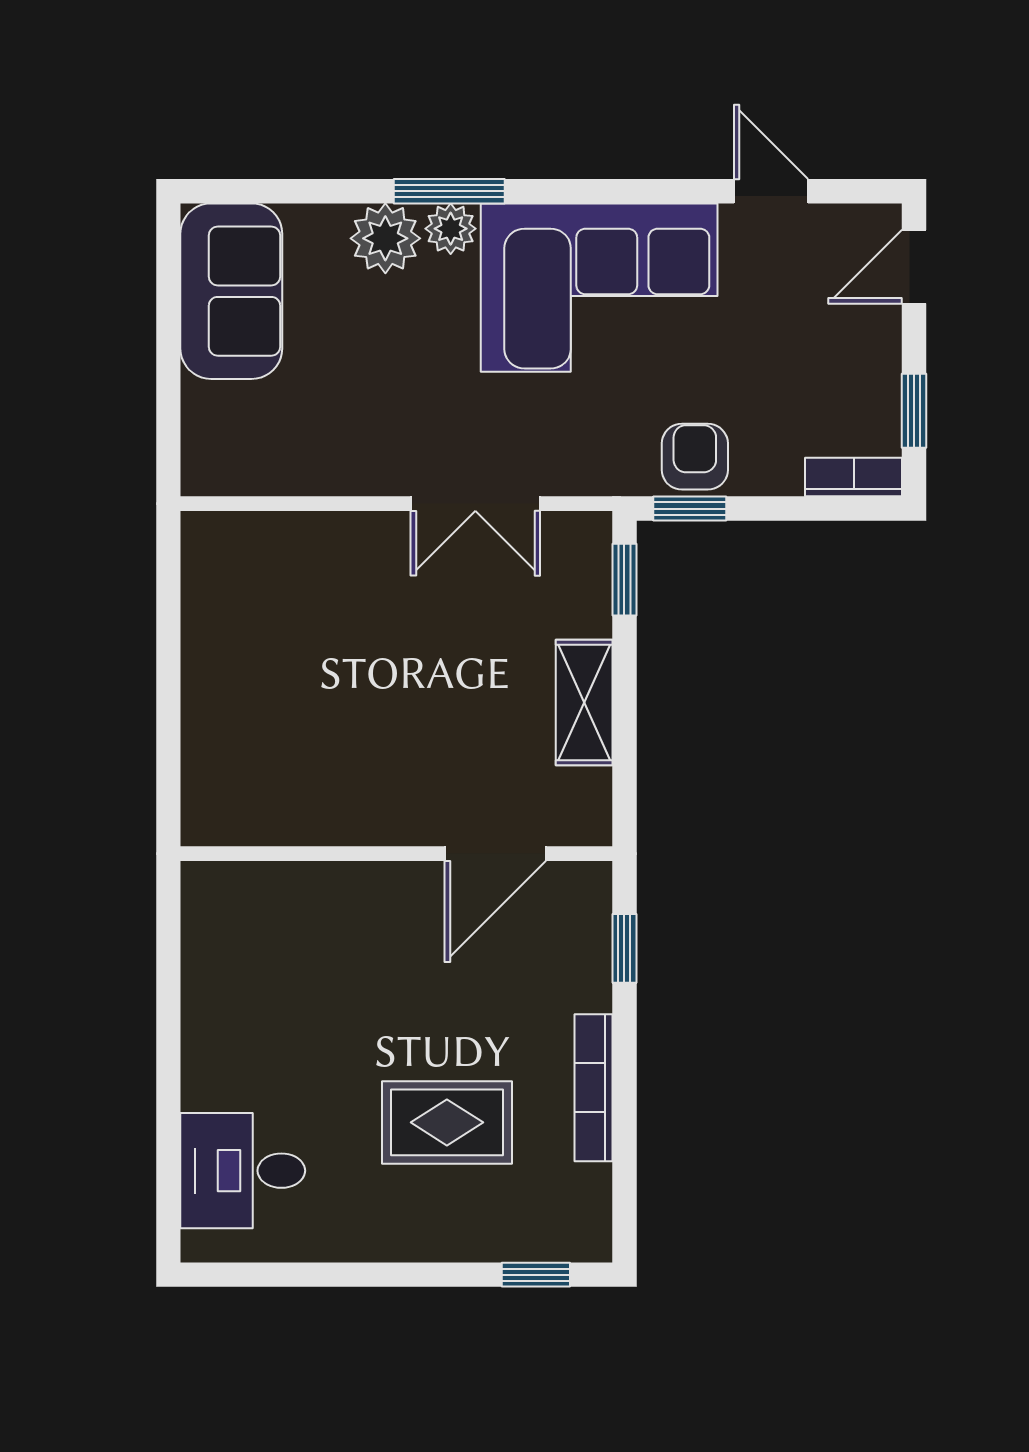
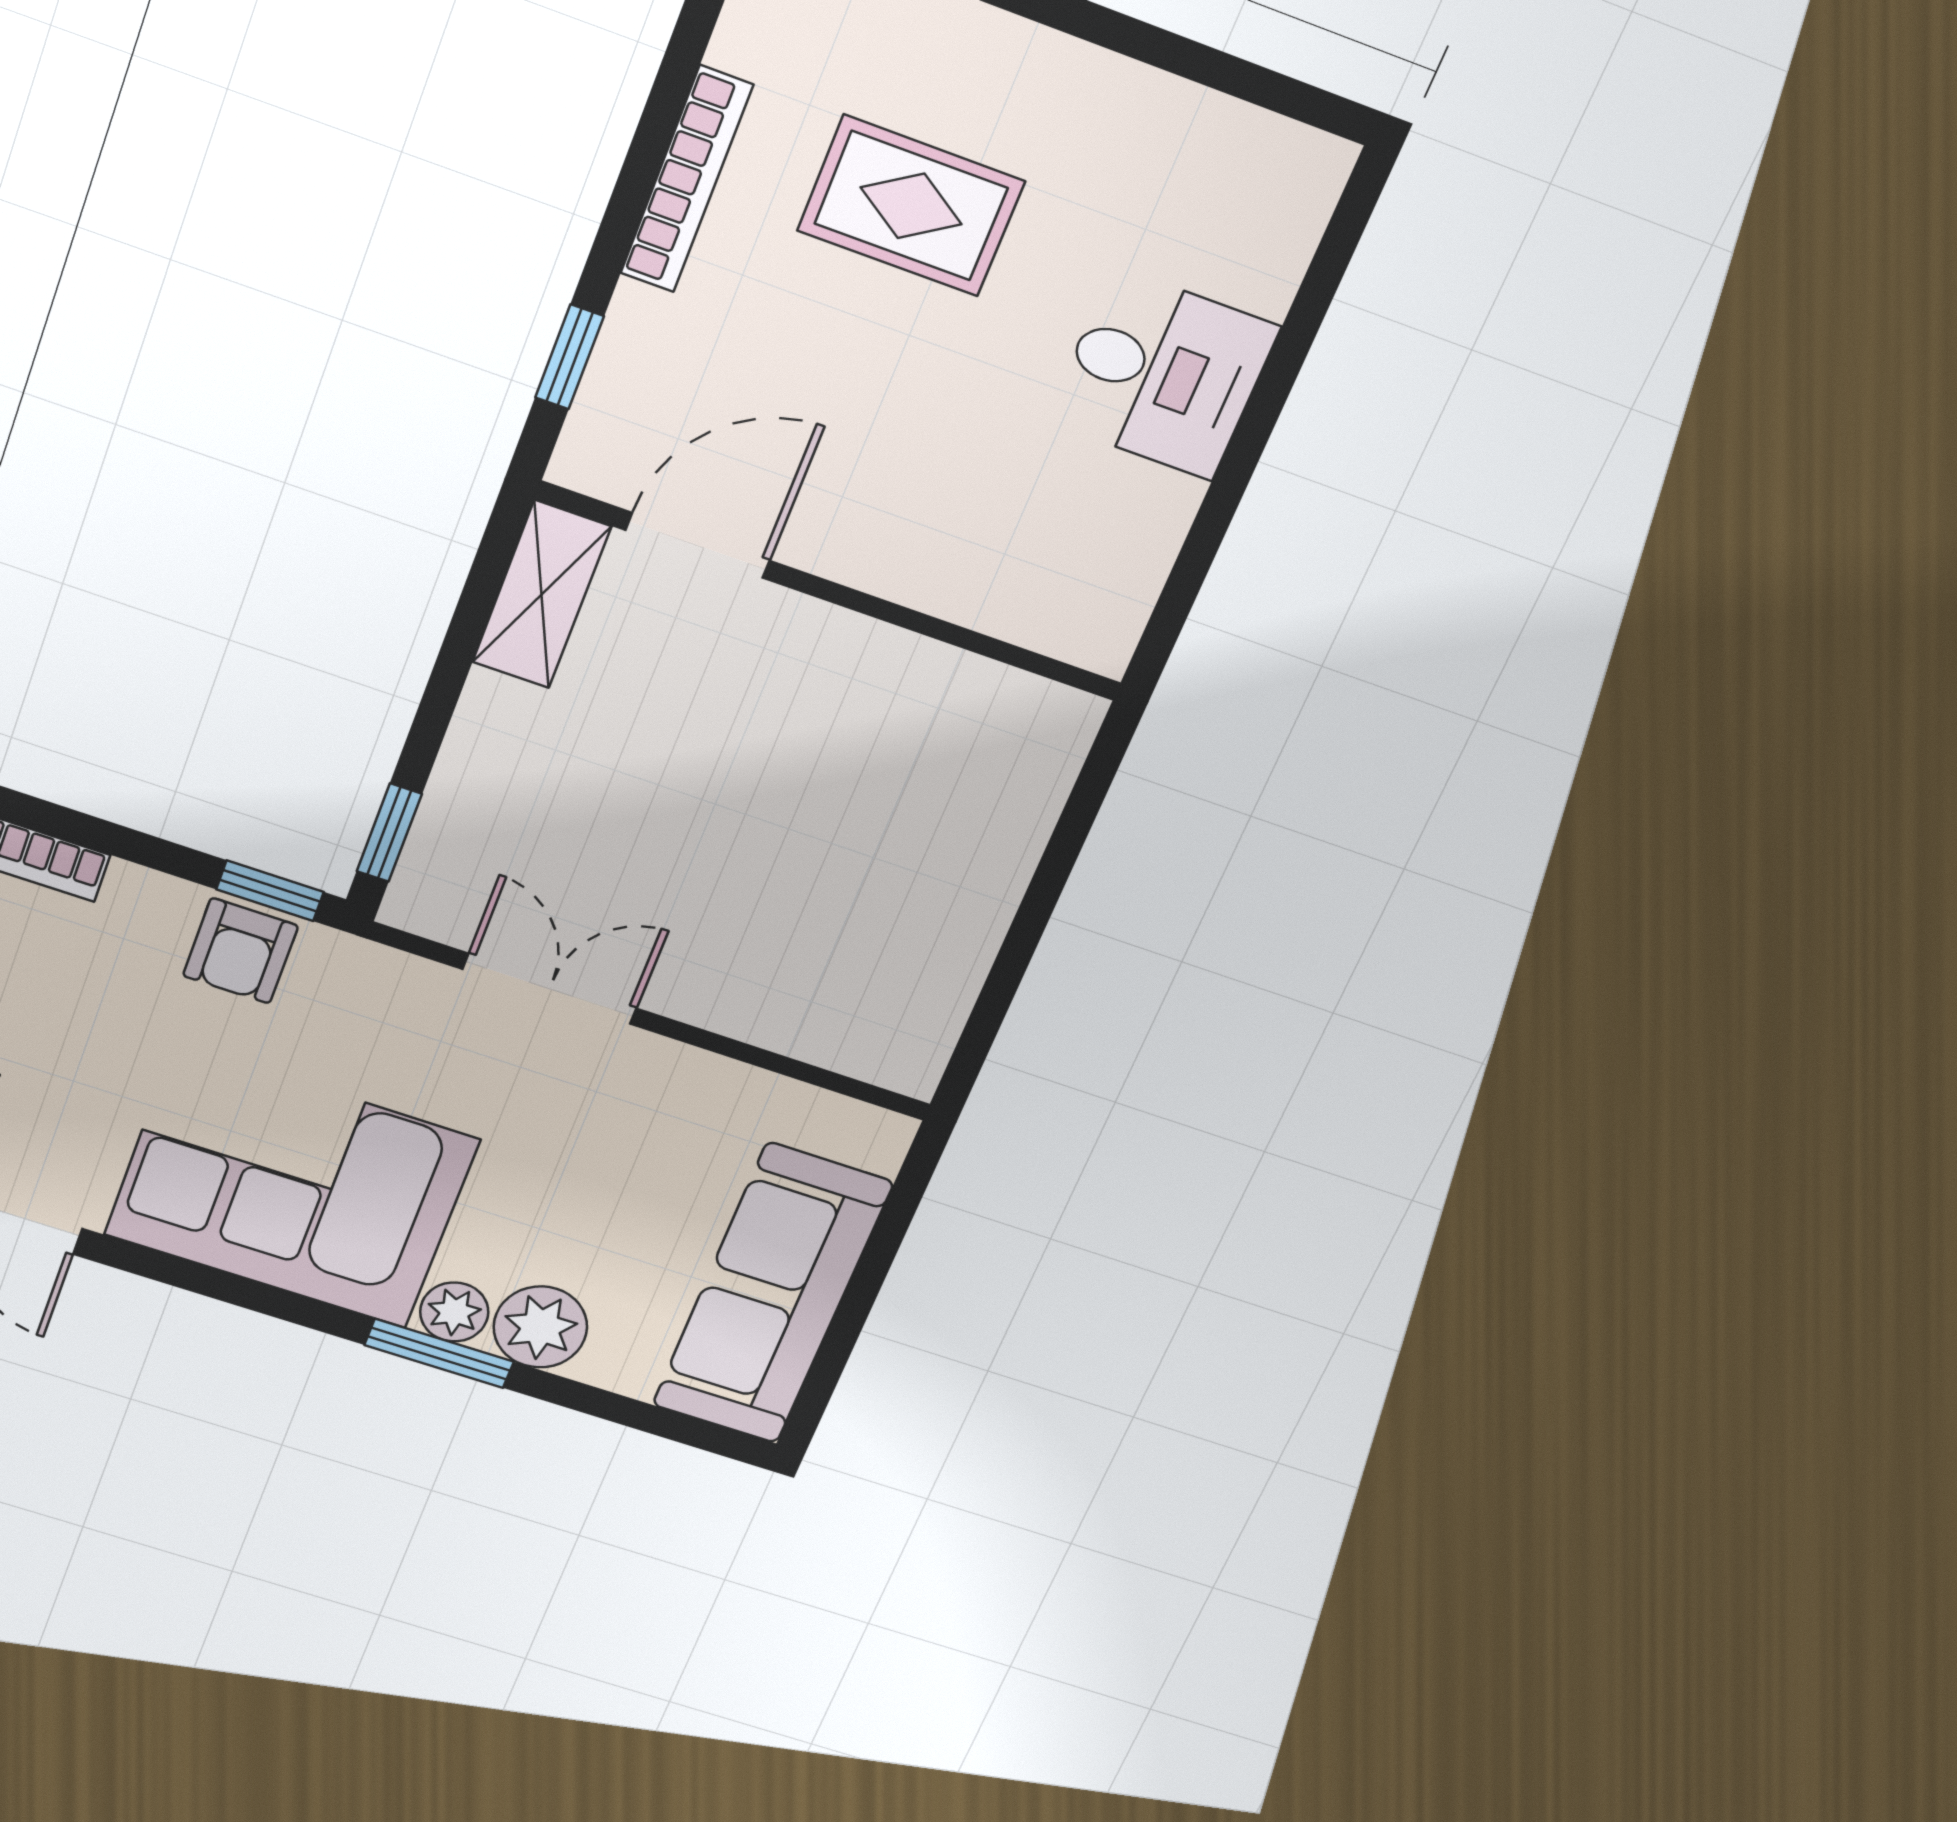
sofa: (231, 291) -> (772, 1295), width x1.36
shelving: (584, 703) -> (542, 595), moved
desk: (243, 1171) -> (1163, 374), moved

